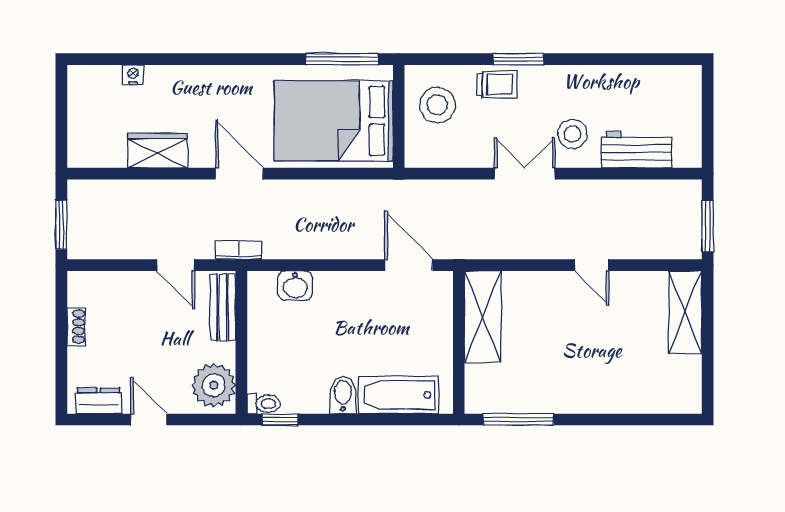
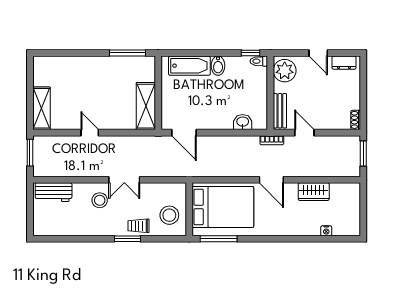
workbench: (636, 150) -> (54, 192), moved
shoe rack: (76, 327) -> (356, 120), moved

